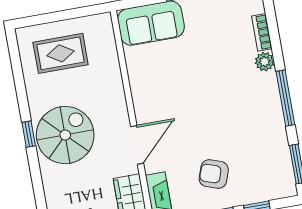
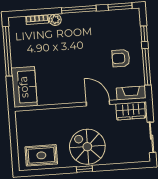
rug: (61, 53) -> (41, 155), moved, turned 90
armchair: (214, 174) -> (121, 58), turned 71

